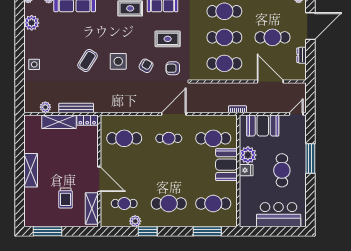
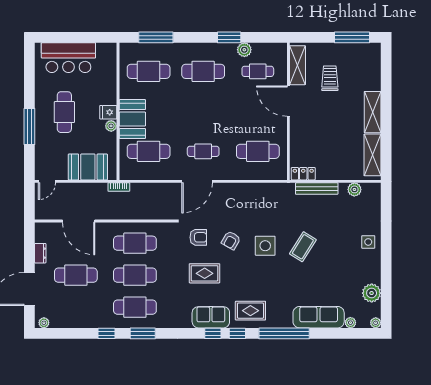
shelving: (59, 122) -> (372, 155), moved, turned 90
plant: (248, 155) -> (111, 126), width x0.53, depth x0.53

